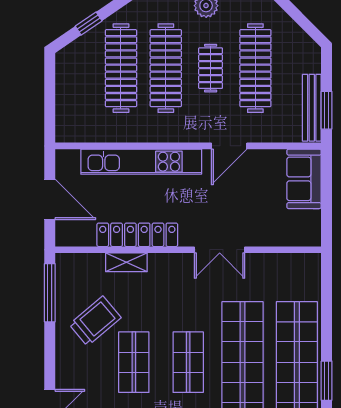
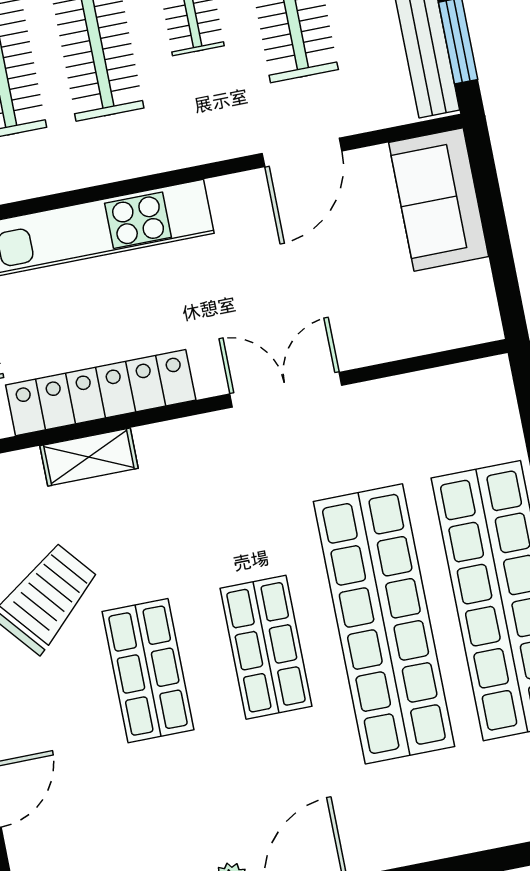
door: (229, 146) -> (302, 152), moved
double door: (220, 250) -> (286, 390), swing flipped

